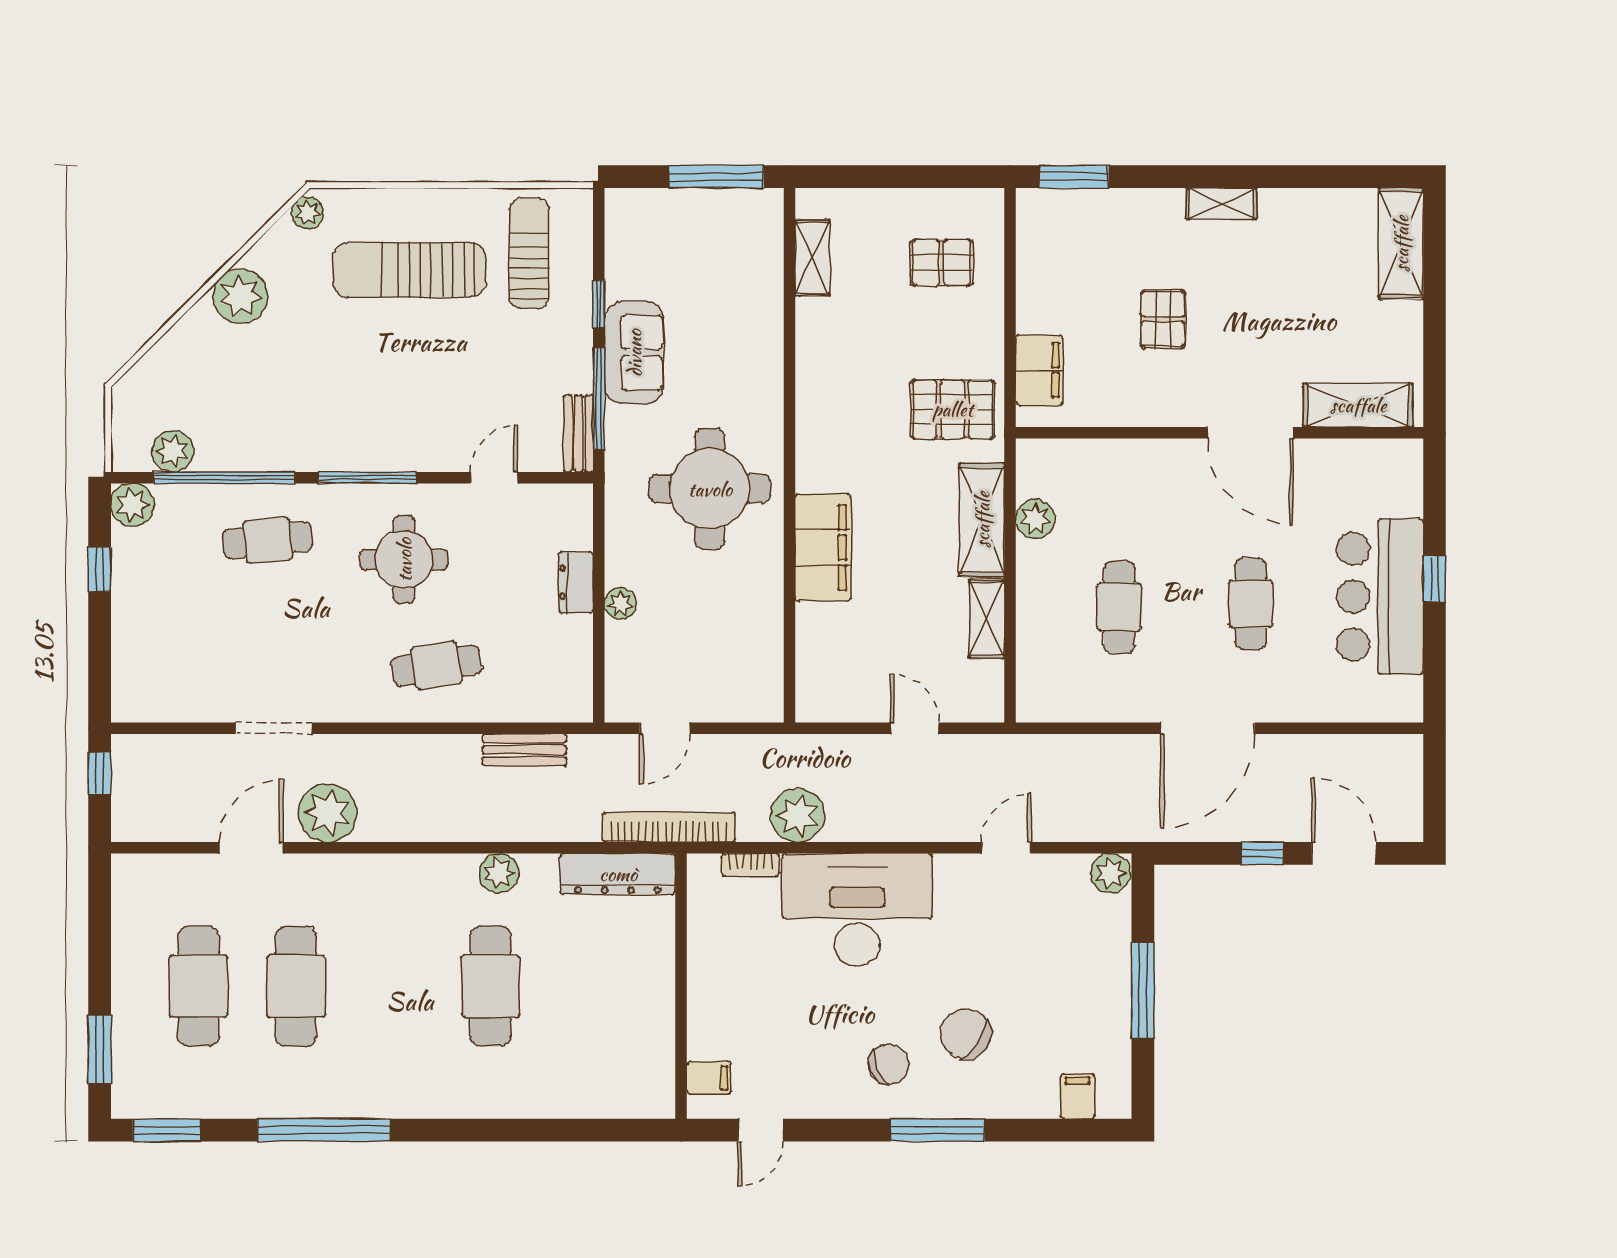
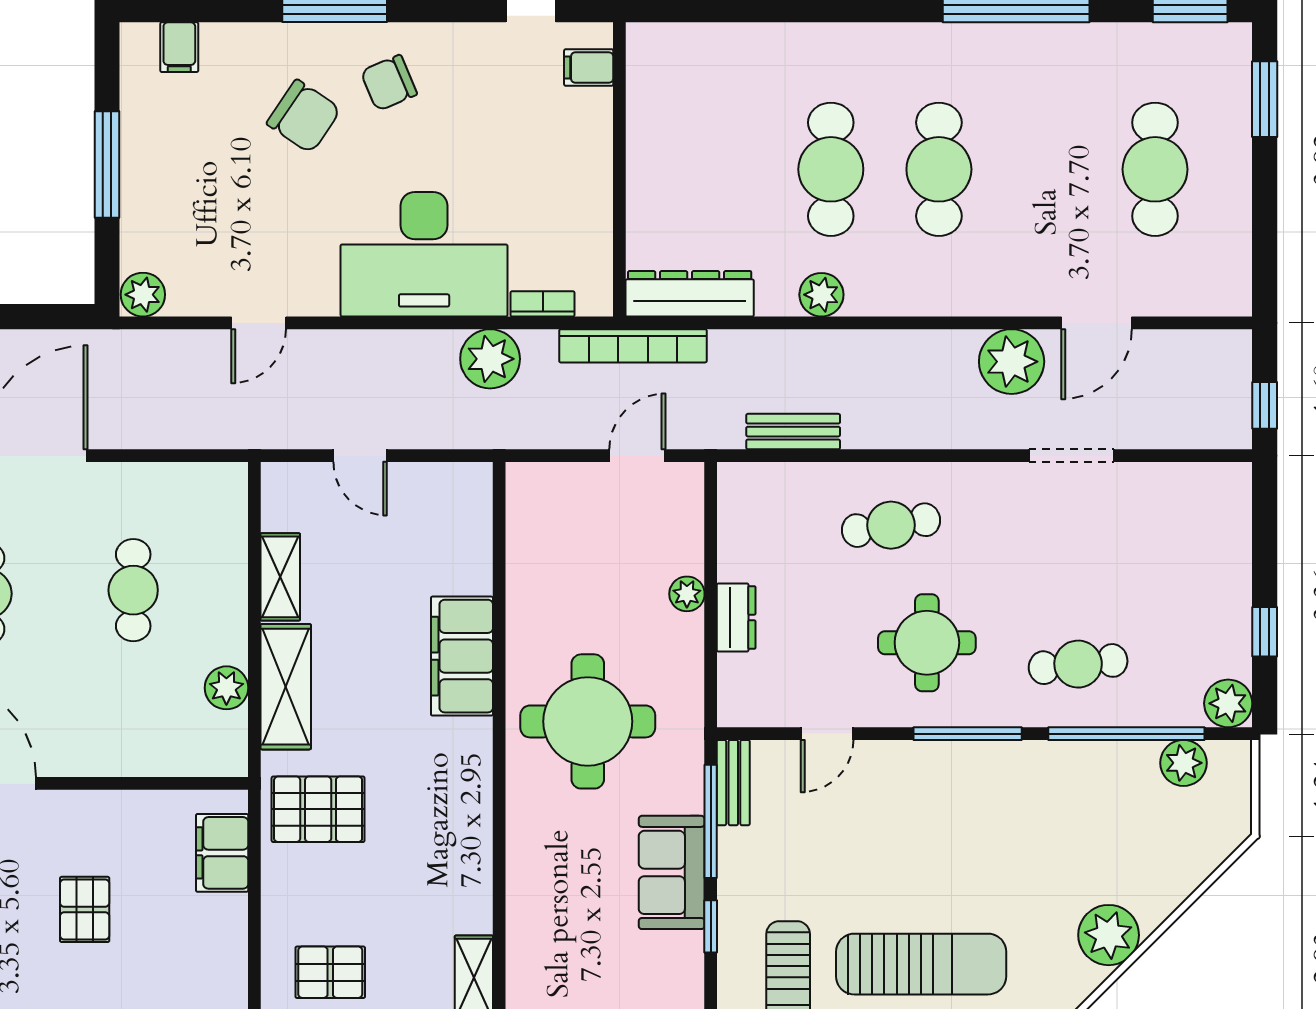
cafe table: (296, 986) -> (939, 169), moved

